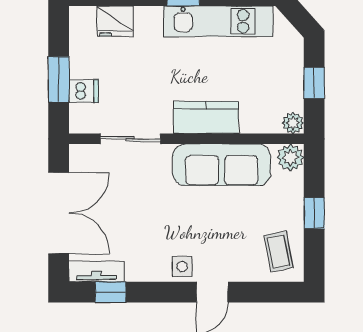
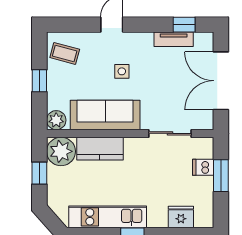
kitchen counter: (206, 117) -> (100, 149), moved
plant: (293, 123) -> (61, 151), width x1.88, depth x1.88
coffee table: (278, 251) -> (65, 53), turned -64
side table: (182, 266) -> (122, 71), moved
tv unit: (96, 271) -> (174, 39), moved

